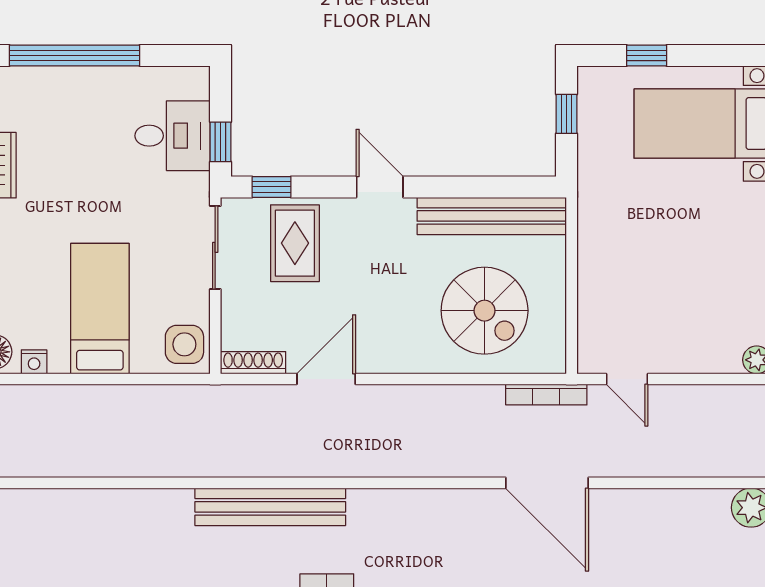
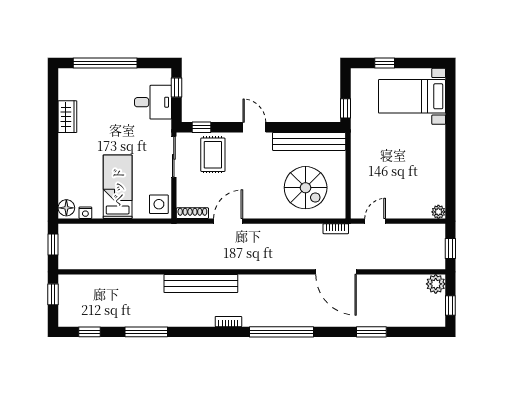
window: (566, 114) -> (346, 108), moved
window: (220, 142) -> (176, 88), moved
door: (627, 379) -> (375, 221), swing flipped
bookcase: (546, 395) -> (336, 229), width x0.64

